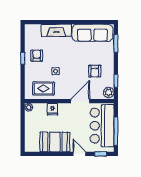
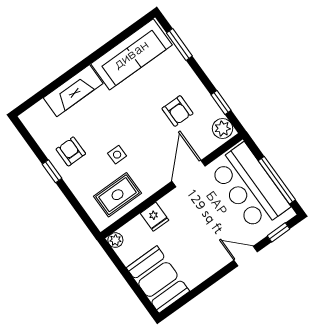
booth: (55, 142) -> (158, 279), moved, turned 90

